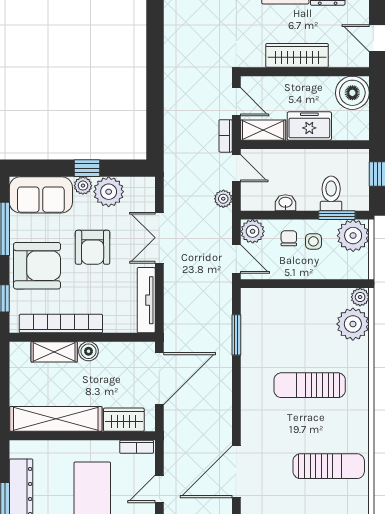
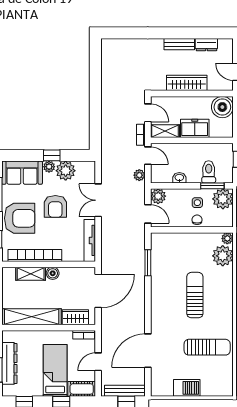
chair: (289, 238) -> (197, 220), moved
sun lounger: (310, 385) -> (195, 295), turned 90

